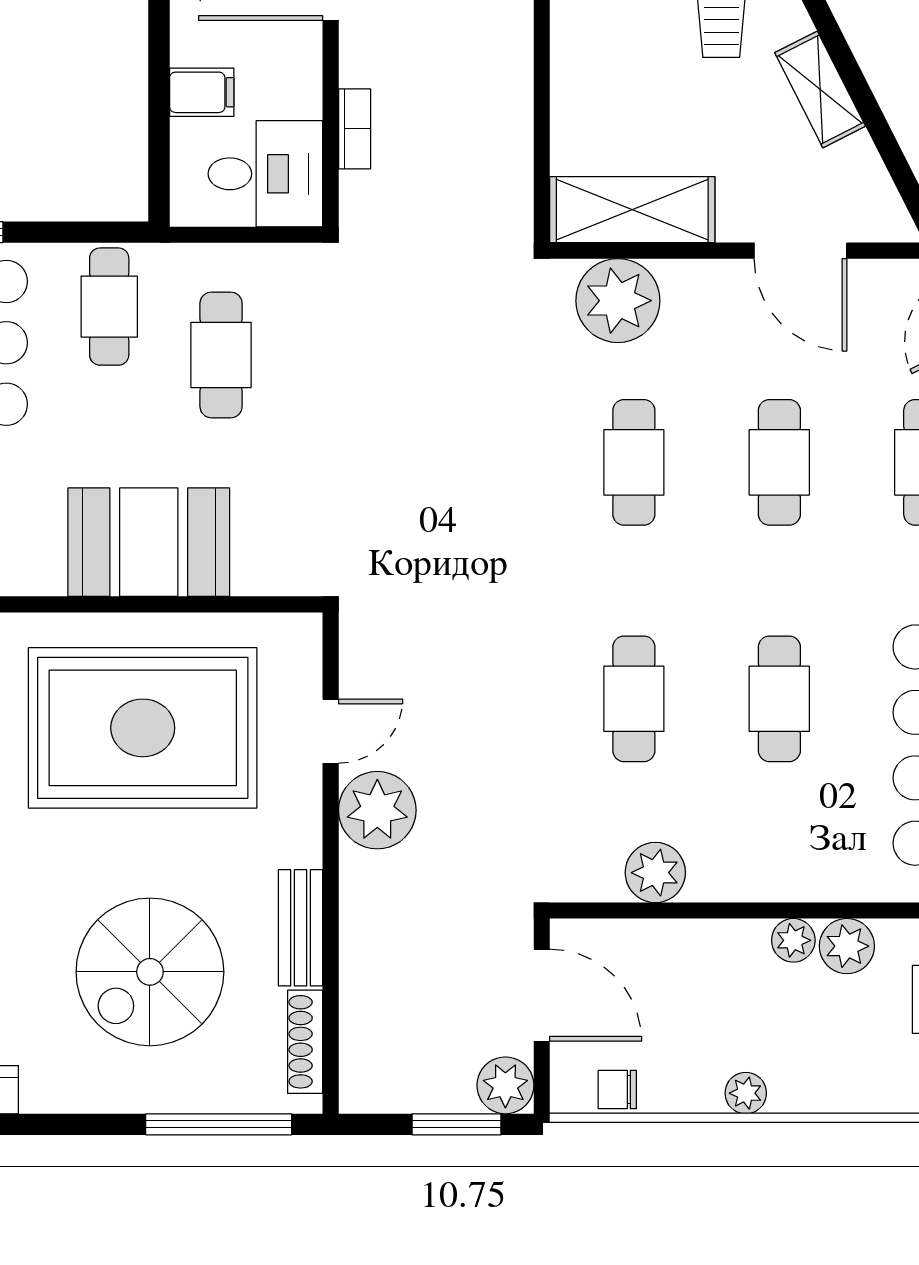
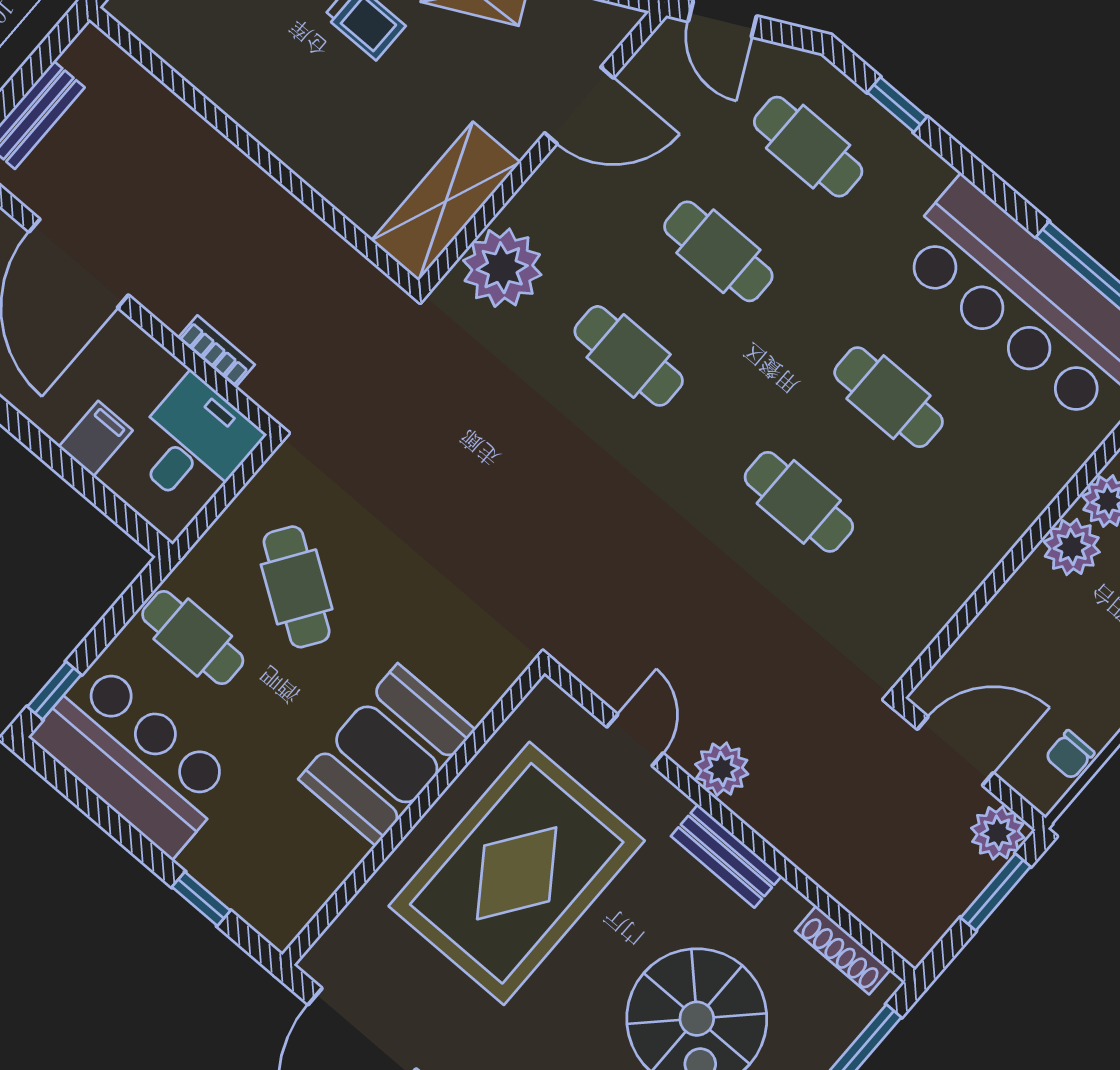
cafe table: (221, 355) -> (297, 587), turned 34
plant: (377, 810) -> (722, 769), width x0.73, depth x0.73
plant: (655, 873) -> (937, 594), removed
bench: (300, 928) -> (726, 856), moved
plant: (793, 940) -> (1072, 547), width x1.38, depth x1.38

